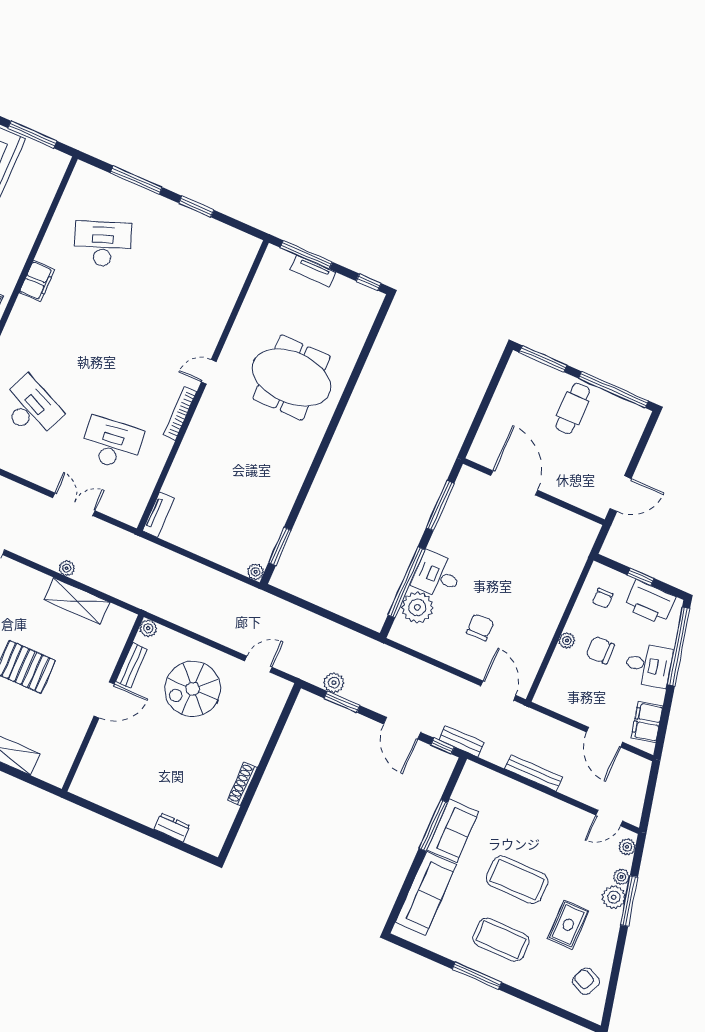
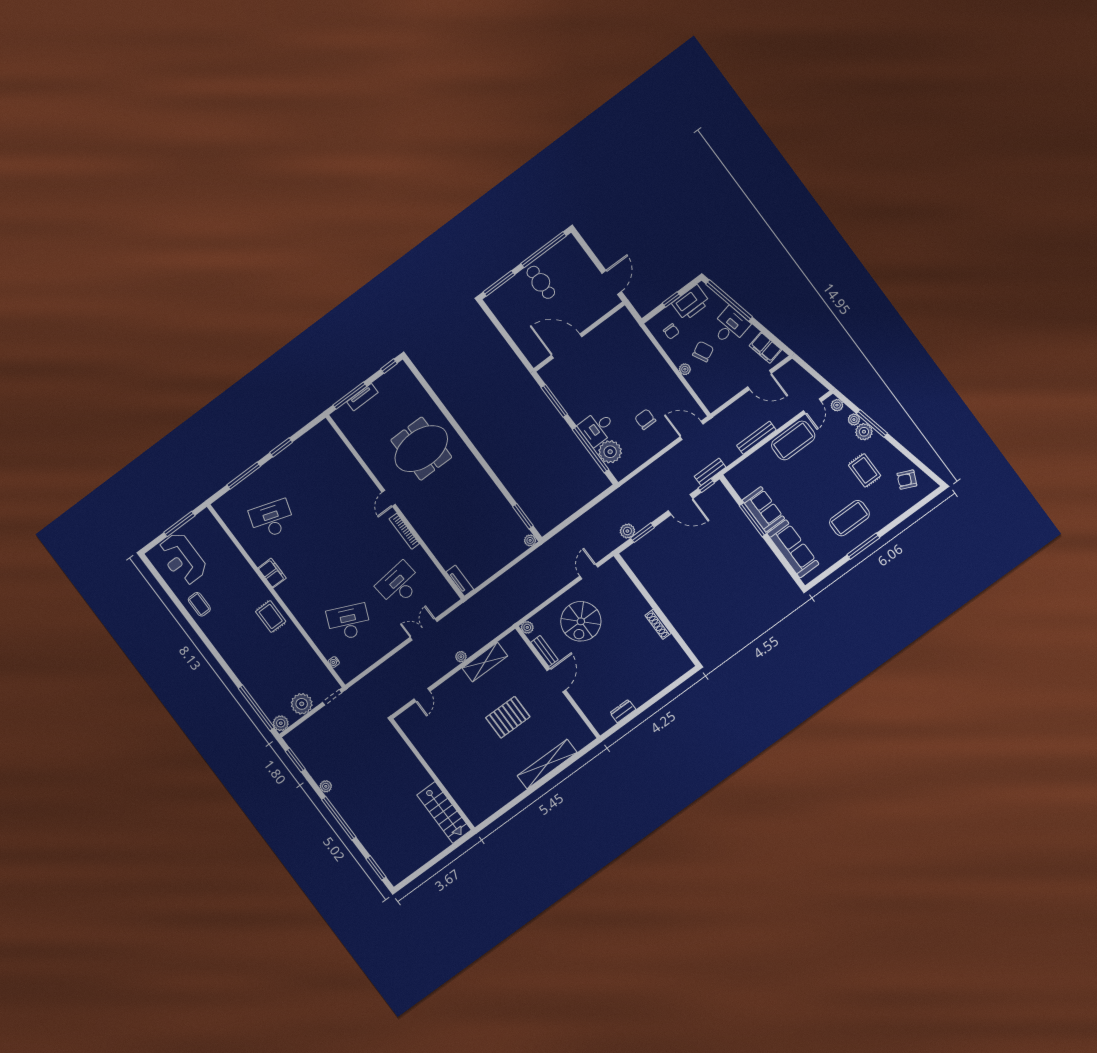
desk: (103, 244) -> (272, 519), turned 39
chair: (600, 650) -> (703, 352), turned 153
dresser: (172, 828) -> (623, 711), moved
coffee table: (517, 880) -> (793, 440), moved

